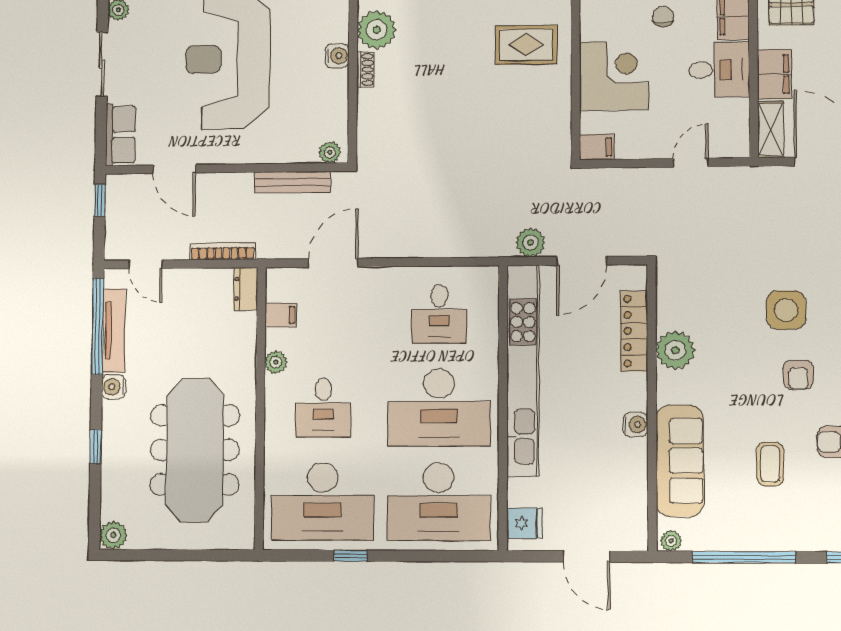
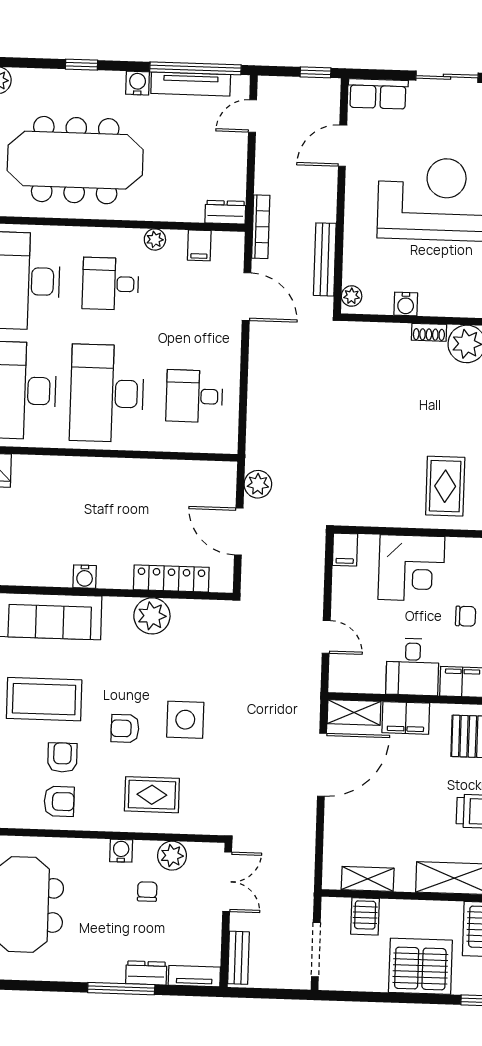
water cooler: (337, 56) -> (406, 304), moved
bookcase: (222, 251) -> (261, 227), moved
kitchen unit: (523, 371) -> (138, 473), removed
coffee table: (770, 464) -> (44, 699), width x1.86, depth x1.72

